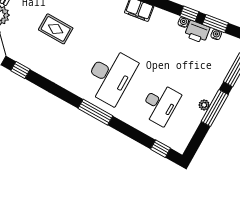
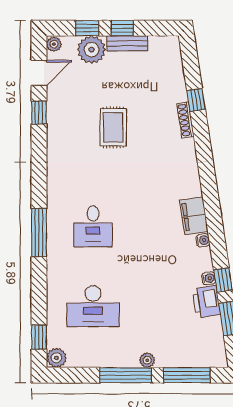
water cooler: (216, 35) -> (203, 240), moved
desk: (110, 76) -> (93, 226), width x0.53, depth x0.77
plant: (204, 105) -> (147, 360), moved
plant: (180, 145) -> (56, 358), added

